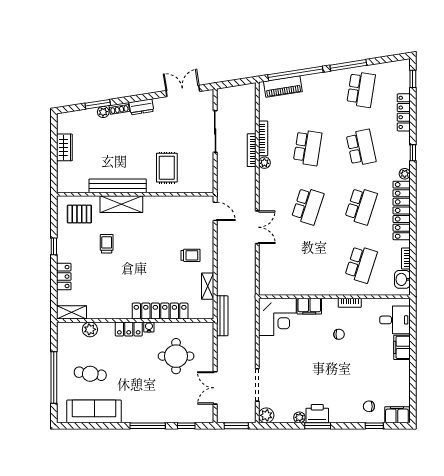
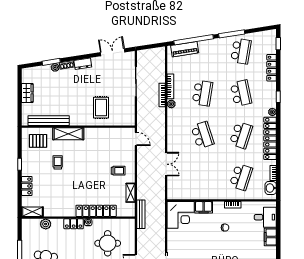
bench: (118, 186) -> (49, 121), moved
school desk: (308, 206) -> (202, 135), turned -36
double door: (257, 227) -> (166, 164), moved

